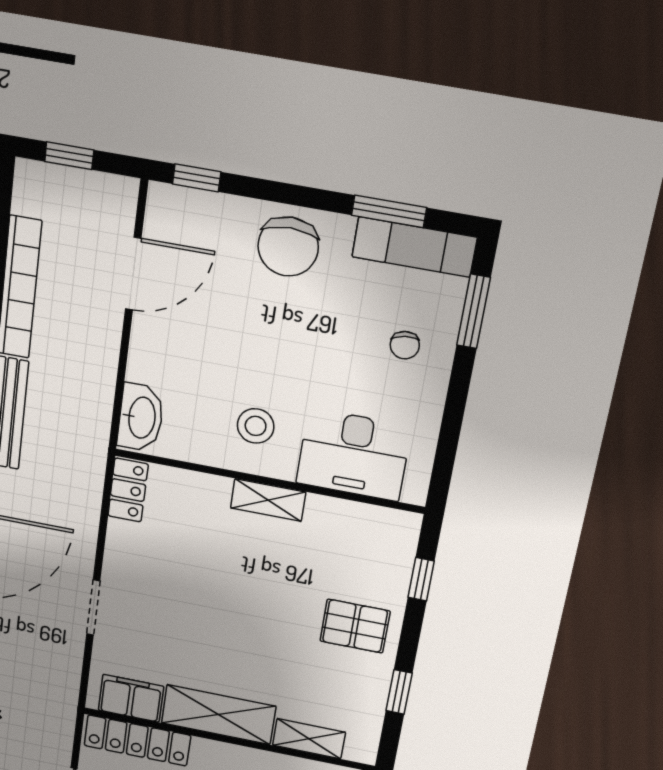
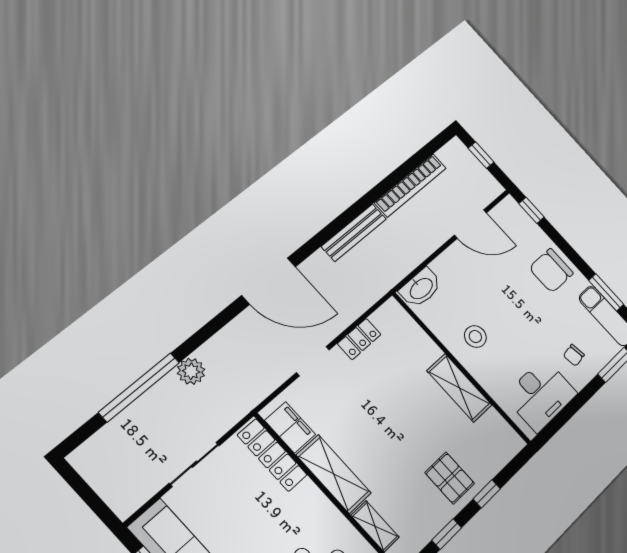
desk: (354, 455) -> (541, 395), moved, turned -90
locker: (128, 490) -> (359, 339), moved
shelving: (268, 500) -> (459, 388), width x1.50, depth x1.33
window: (421, 579) -> (487, 494), moved

